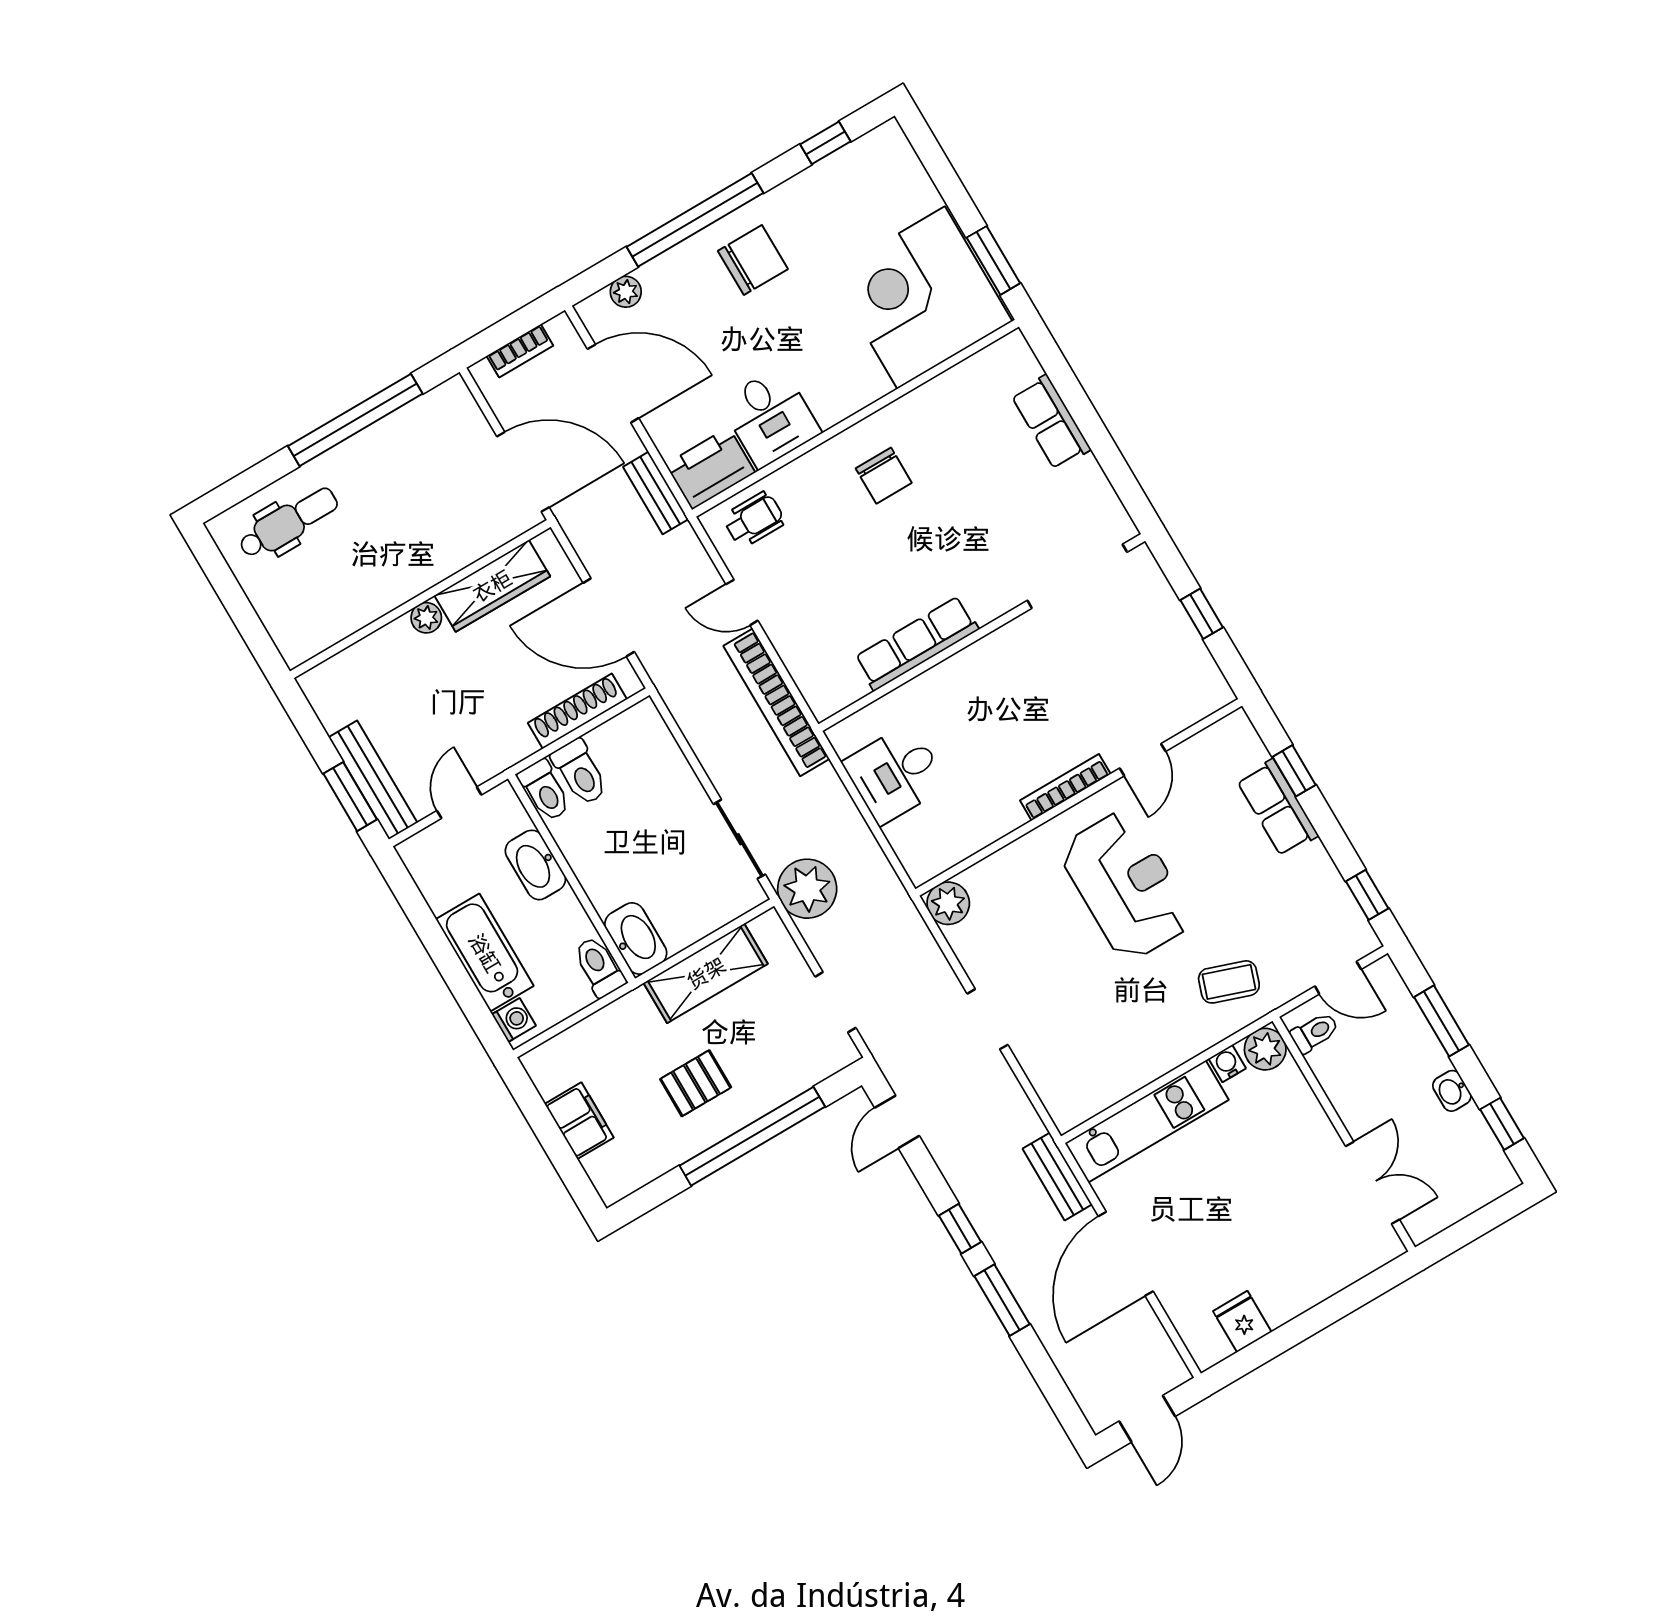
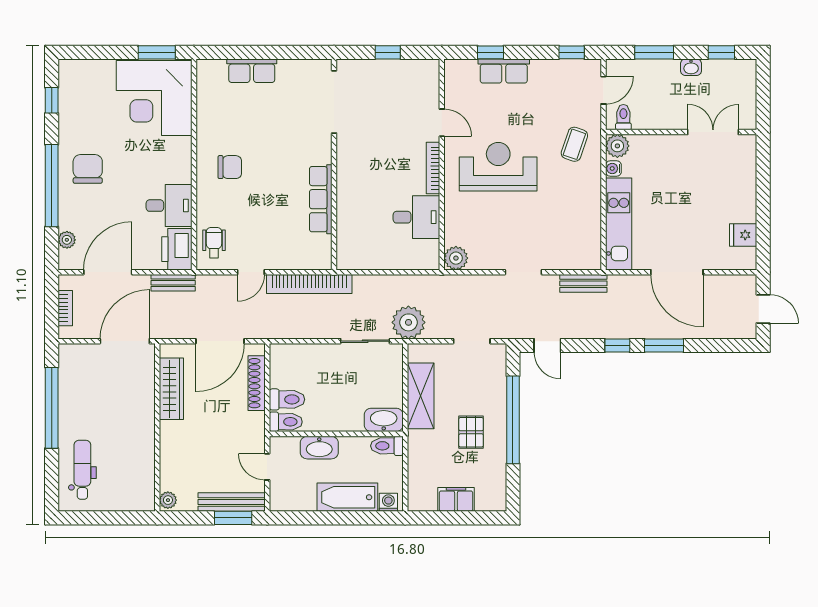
plant: (426, 618) -> (168, 500), moved
desk: (895, 774) -> (416, 217), moved, turned -90
bench: (1057, 1177) -> (583, 283), moved

